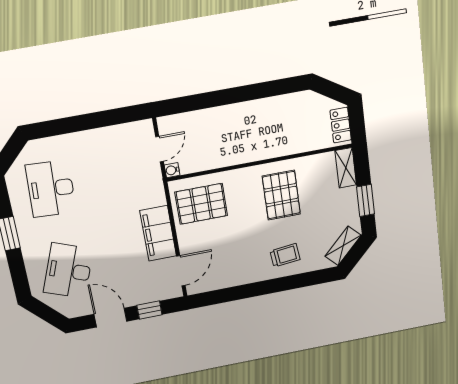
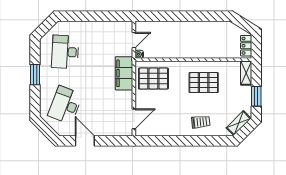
pallet: (281, 195) -> (204, 83), turned 90
filing cabinet: (158, 233) -> (124, 73), moved
window: (149, 310) -> (110, 141), removed

